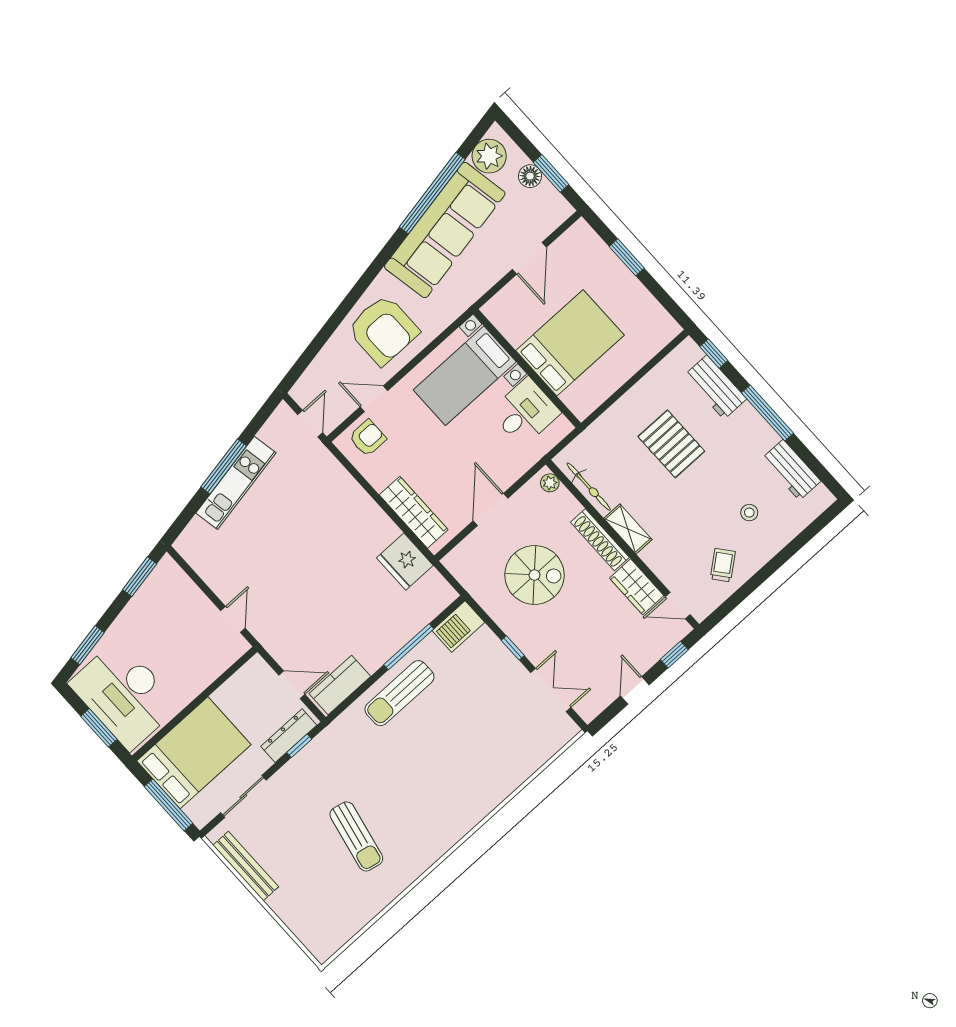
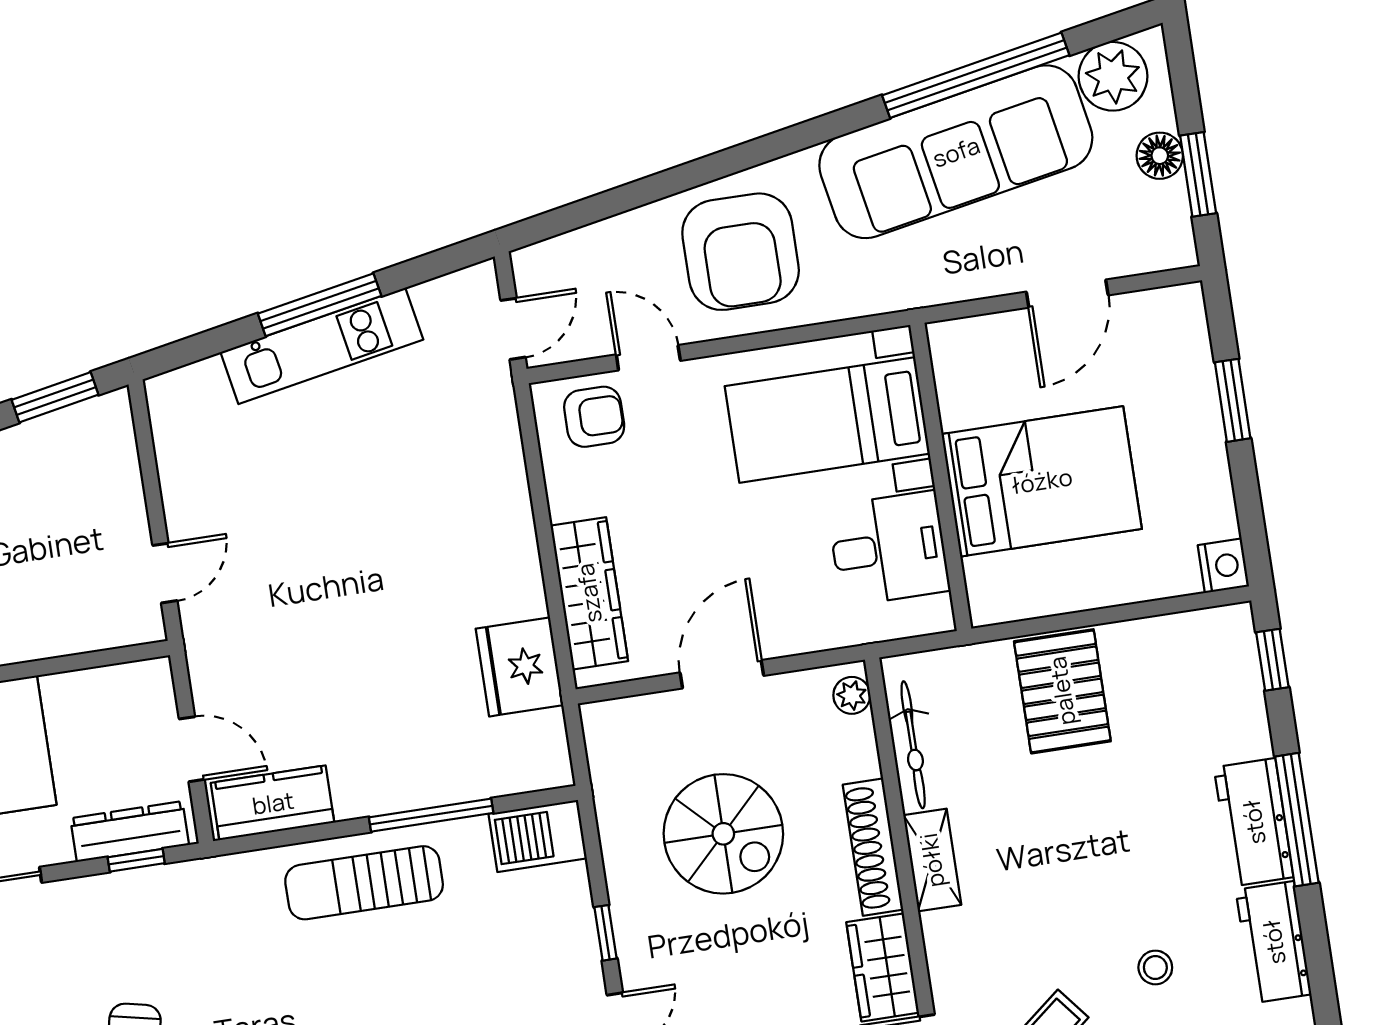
nightstand: (668, 328) -> (1223, 566), added
workbench: (715, 387) -> (1254, 822), moved
pallet: (671, 444) -> (1062, 691), moved

